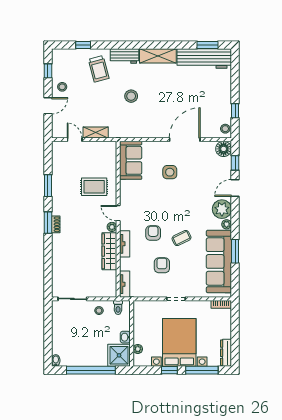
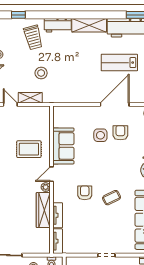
lab bench: (190, 95) -> (119, 63), added
stool: (131, 96) -> (41, 73), moved
sofa: (131, 160) -> (63, 146), moved
door: (118, 213) -> (51, 174), hinge flipped
tv unit: (125, 244) -> (58, 215), moved
armchair: (162, 265) -> (120, 133), moved

